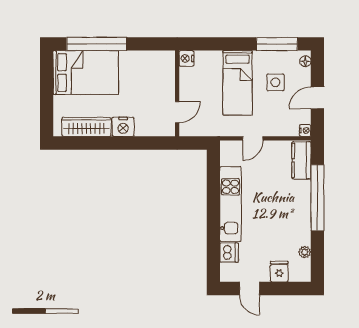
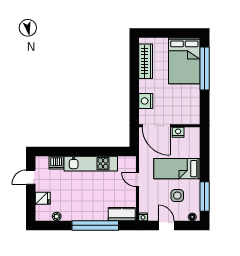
nightstand: (186, 58) -> (178, 132), moved
door: (177, 112) -> (156, 126), width x1.88
nightstand: (123, 127) -> (146, 101), moved

